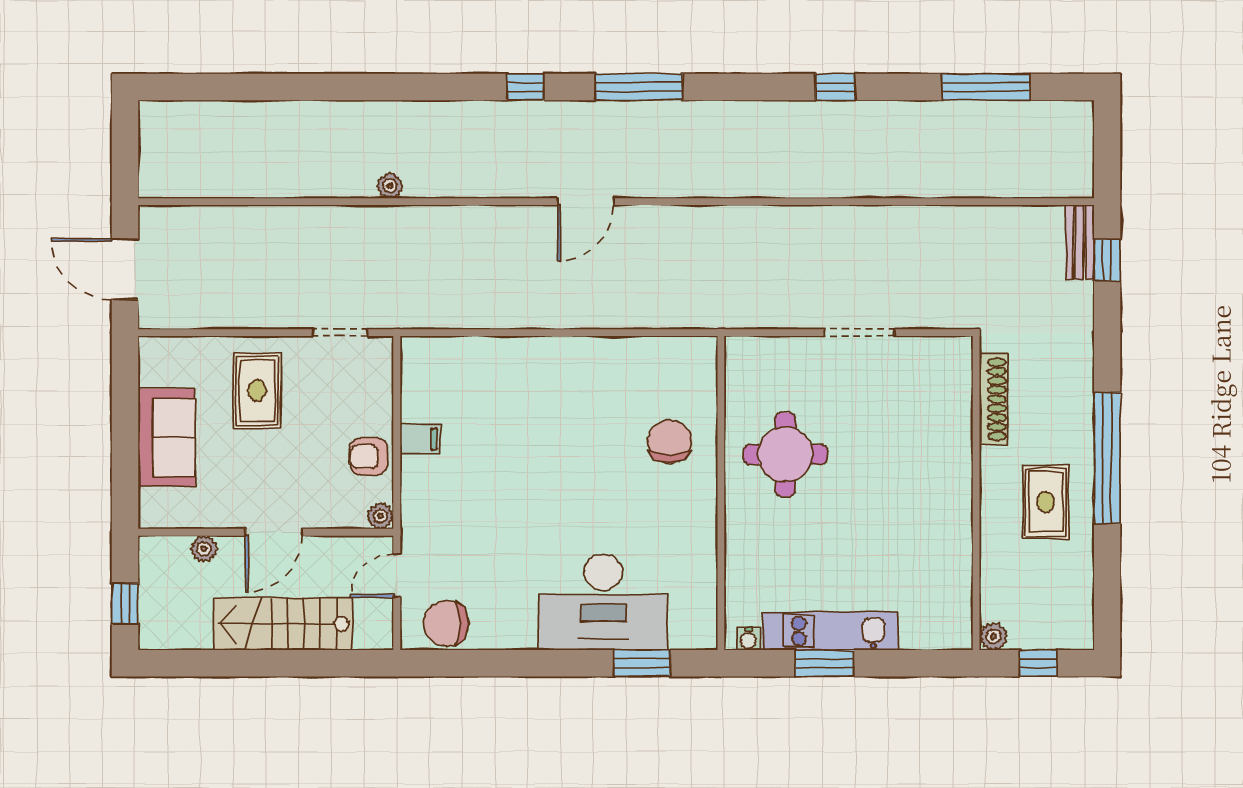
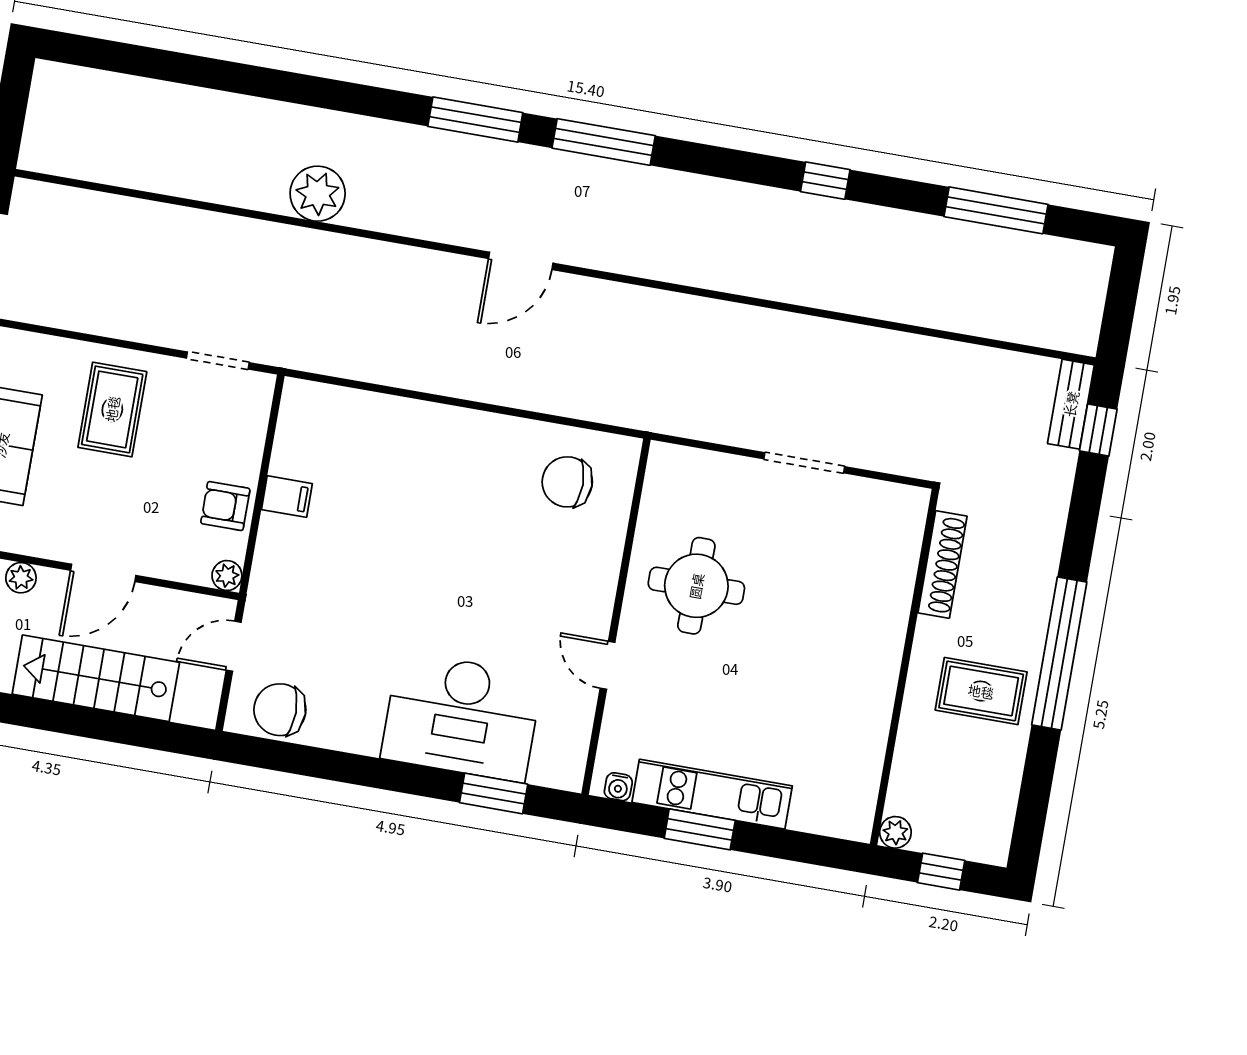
window: (525, 87) -> (475, 120), width x2.17
plant: (390, 186) -> (318, 194), width x1.88, depth x1.88
chair: (670, 442) -> (567, 482), moved, turned -90
rug: (1046, 502) -> (981, 691), turned 90
door: (721, 536) -> (608, 665), added

